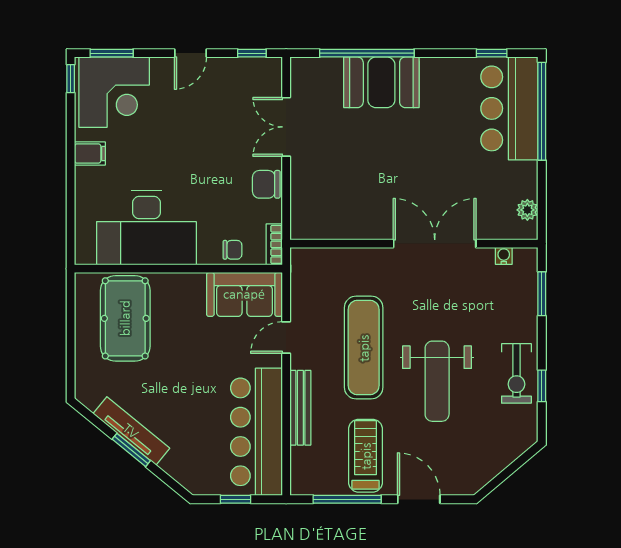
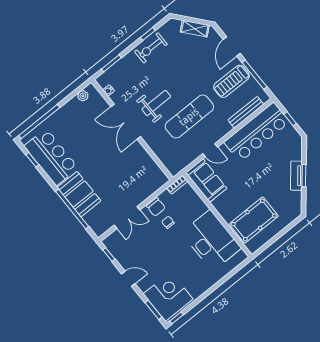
bar counter: (509, 108) -> (51, 157), moved, turned -90
filing cabinet: (90, 153) -> (200, 286), removed
chair: (232, 250) -> (168, 222), moved
exercise bike: (516, 373) -> (151, 48), turned 180
weight bench: (437, 381) -> (156, 103), moved, width x0.73, depth x0.75
bench: (300, 408) -> (246, 112), moved
tv unit: (131, 431) -> (296, 176), width x0.71
shelving: (492, 465) -> (195, 29), added

